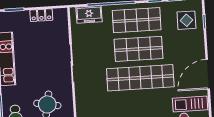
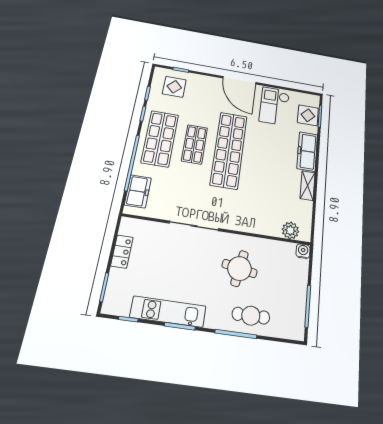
shop shelf: (138, 49) -> (195, 144), width x0.70, depth x0.74

